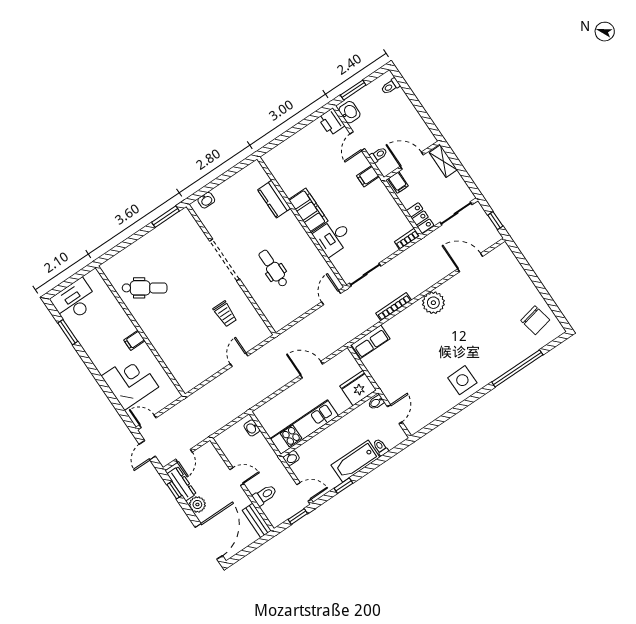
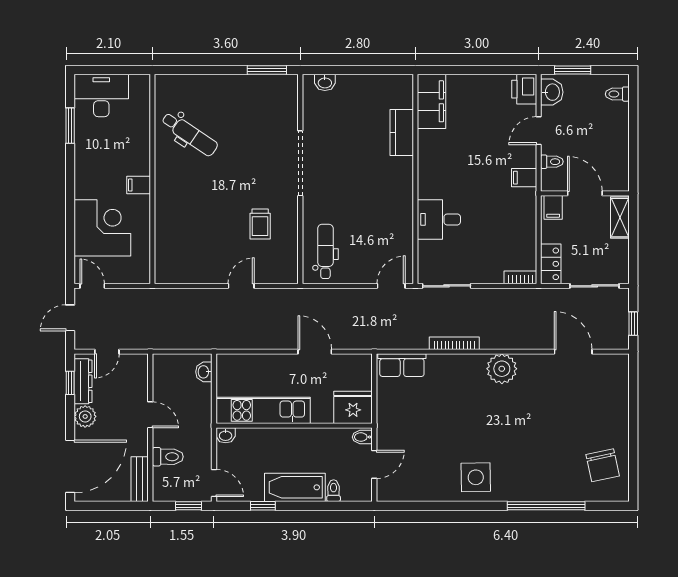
filing cabinet: (308, 210) -> (431, 101), moved
dental chair: (273, 268) -> (325, 251), moved

